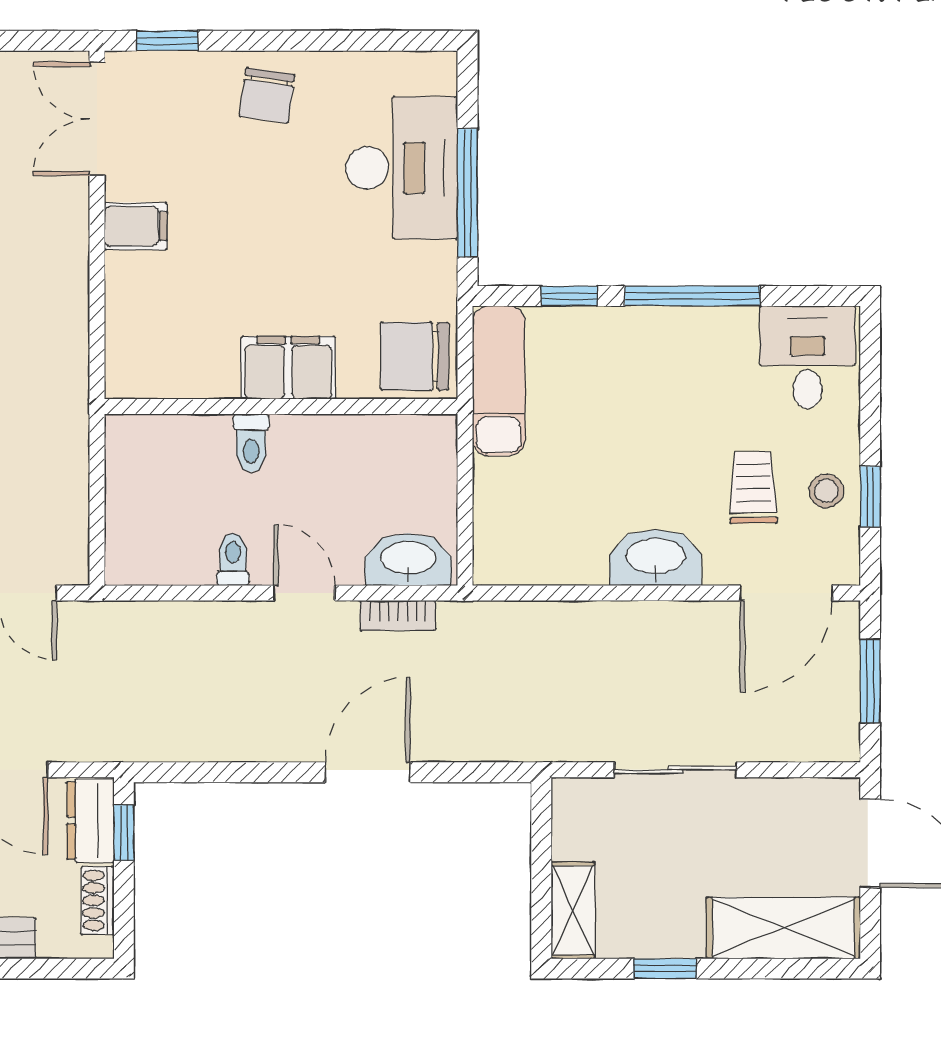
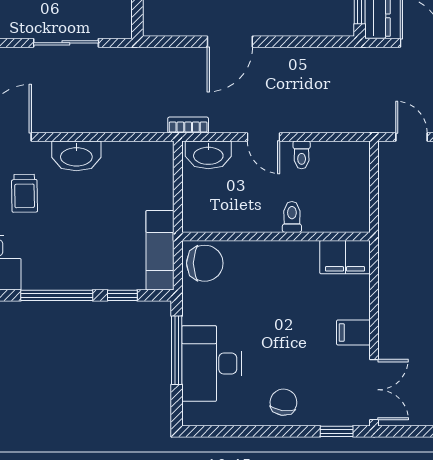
filing cabinet: (288, 368) -> (345, 257), moved
bookcase: (398, 616) -> (188, 125), moved

